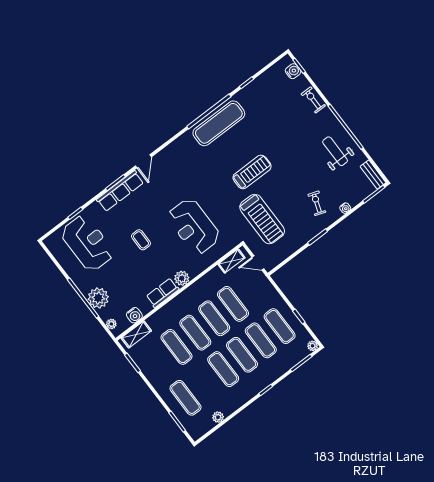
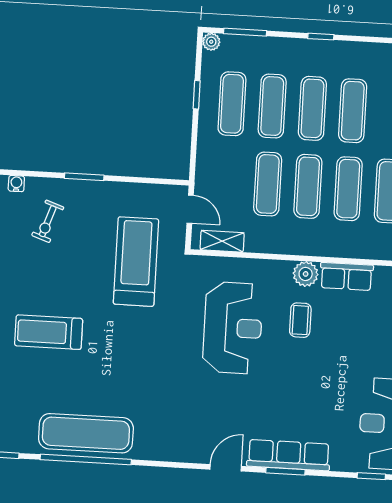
treadmill: (252, 172) -> (49, 332), moved
coffee table: (141, 240) -> (300, 320), moved

